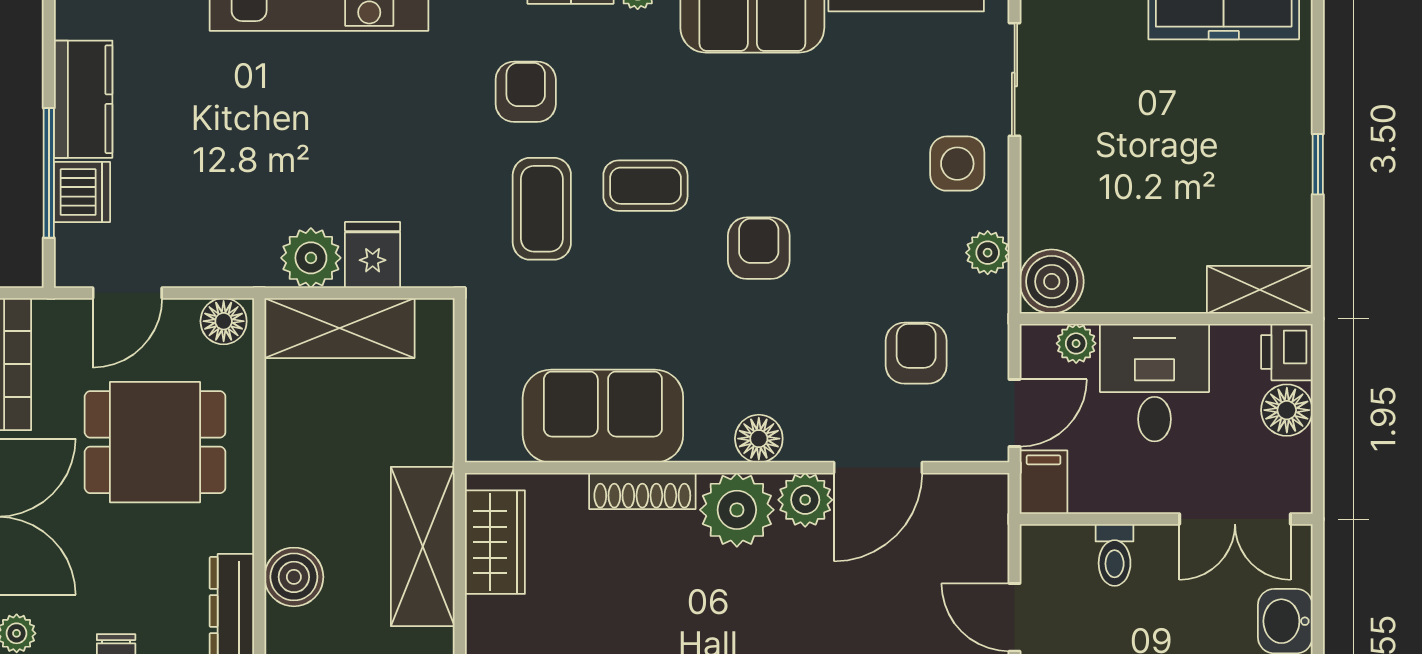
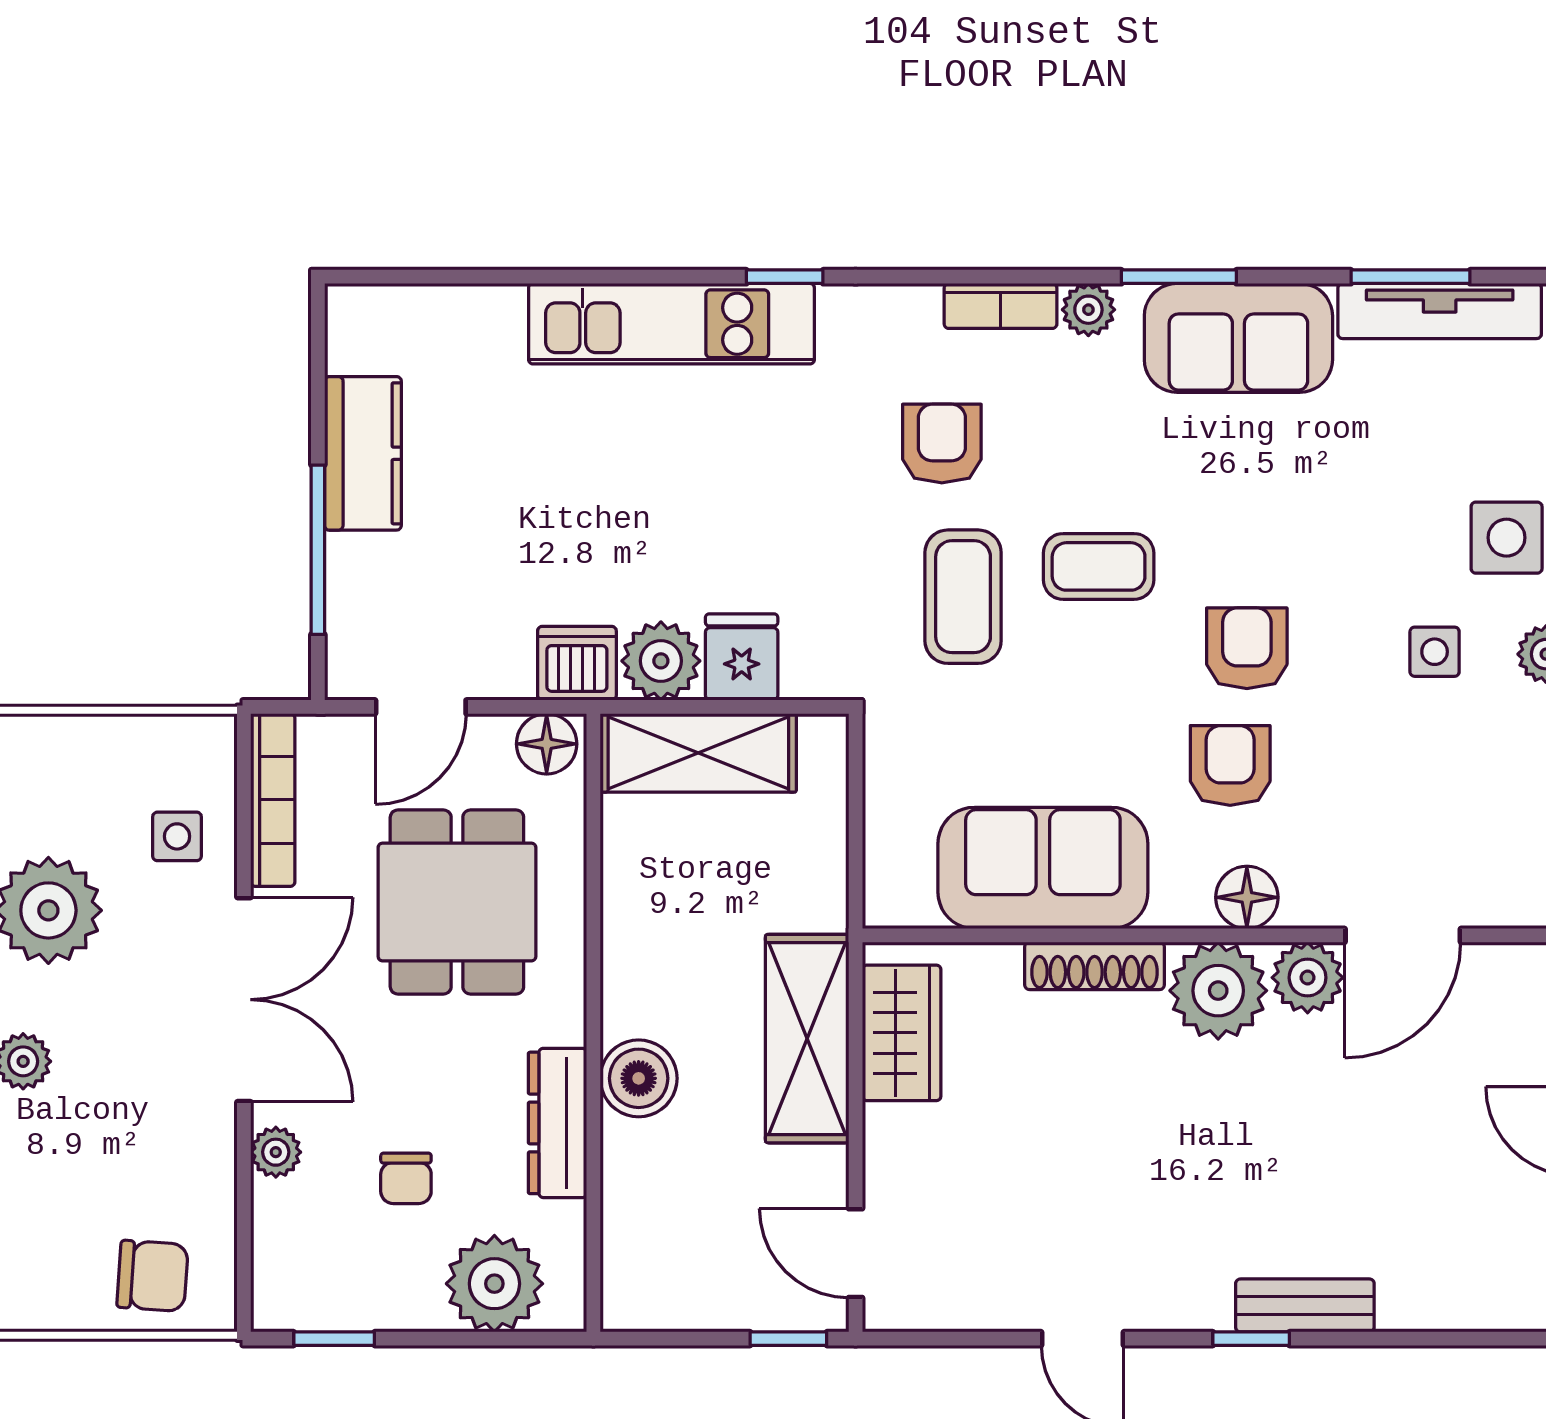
dishwasher: (82, 192) -> (577, 663), moved, turned -90
side table: (902, 251) -> (1435, 652), added
armchair: (916, 353) -> (1230, 765), moved
dining table: (155, 442) -> (457, 902), turned 90

